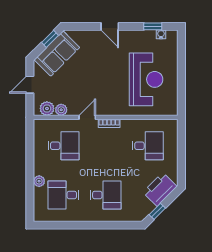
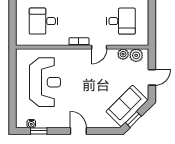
reception desk: (146, 79) -> (45, 82), turned 180
desk: (63, 146) -> (121, 21), turned 180

